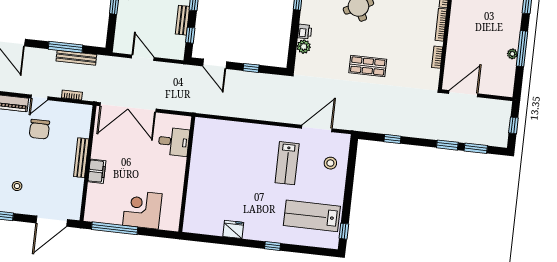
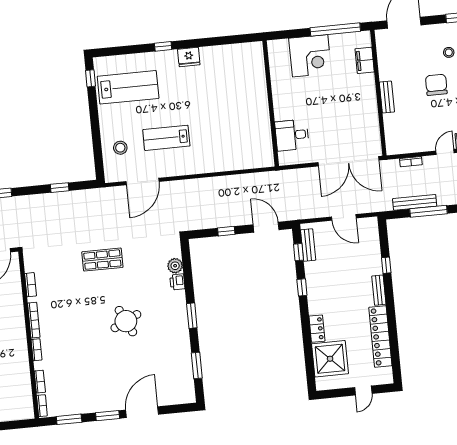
bench: (182, 20) -> (308, 245), moved
double door: (128, 107) -> (348, 161), swing flipped
chair: (39, 129) -> (436, 85), moved
bench: (81, 158) -> (387, 97), width x0.73
lab bench: (287, 163) -> (166, 138), turned -90
filing cabinet: (97, 171) -> (365, 60), moved
fridge: (233, 229) -> (189, 57), moved

